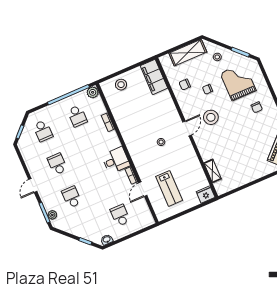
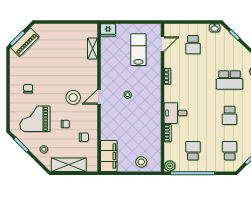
grand piano: (238, 82) -> (35, 119), turned 90
desk: (116, 160) -> (175, 113), moved
door: (143, 189) -> (162, 44), moved
school desk: (72, 197) -> (230, 80), width x1.85

